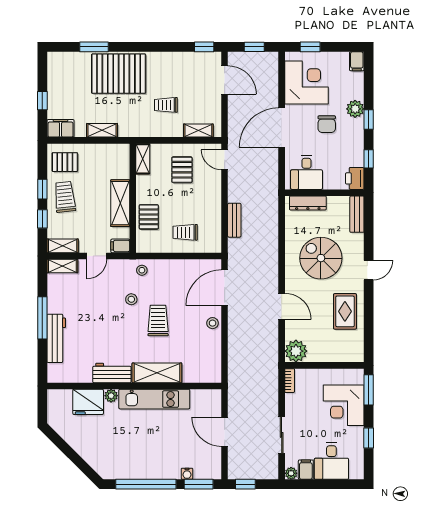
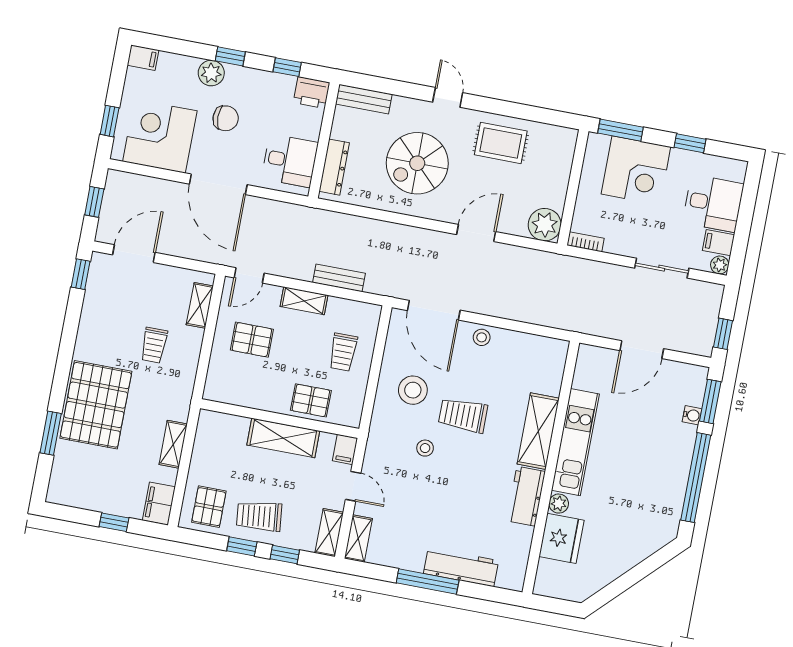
shelving: (143, 159) -> (304, 301), moved
stool: (142, 270) -> (413, 390), moved, width x1.89, depth x1.89

